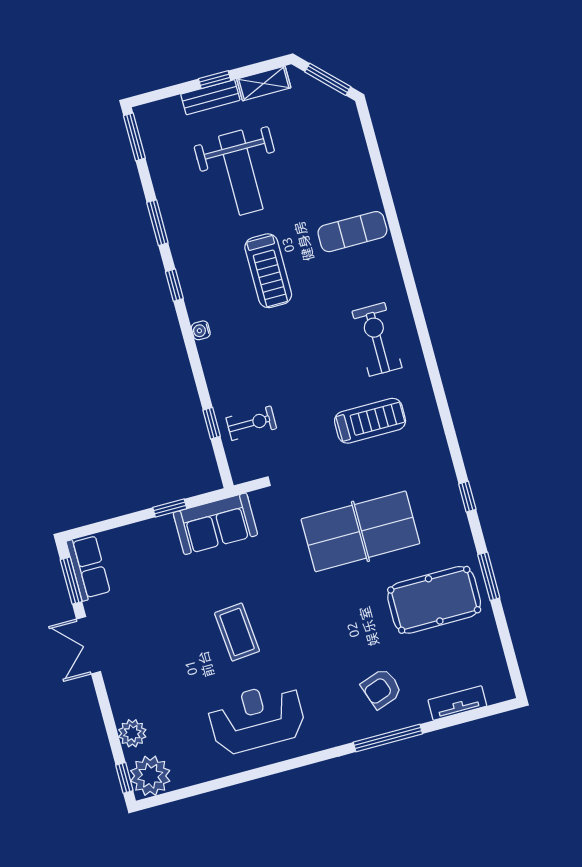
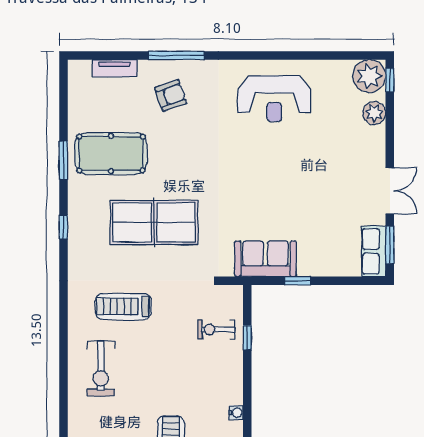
coffee table: (237, 632) -> (271, 170), removed

